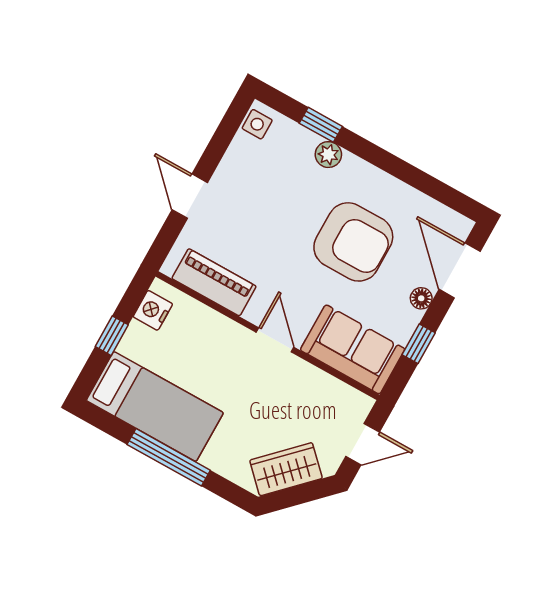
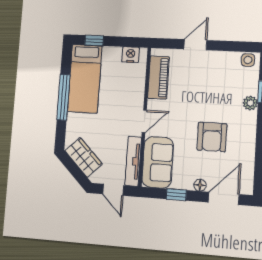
armchair: (353, 242) -> (212, 137), width x0.73, depth x0.73
window: (112, 336) -> (94, 40), moved
tv unit: (332, 389) -> (133, 161), added

